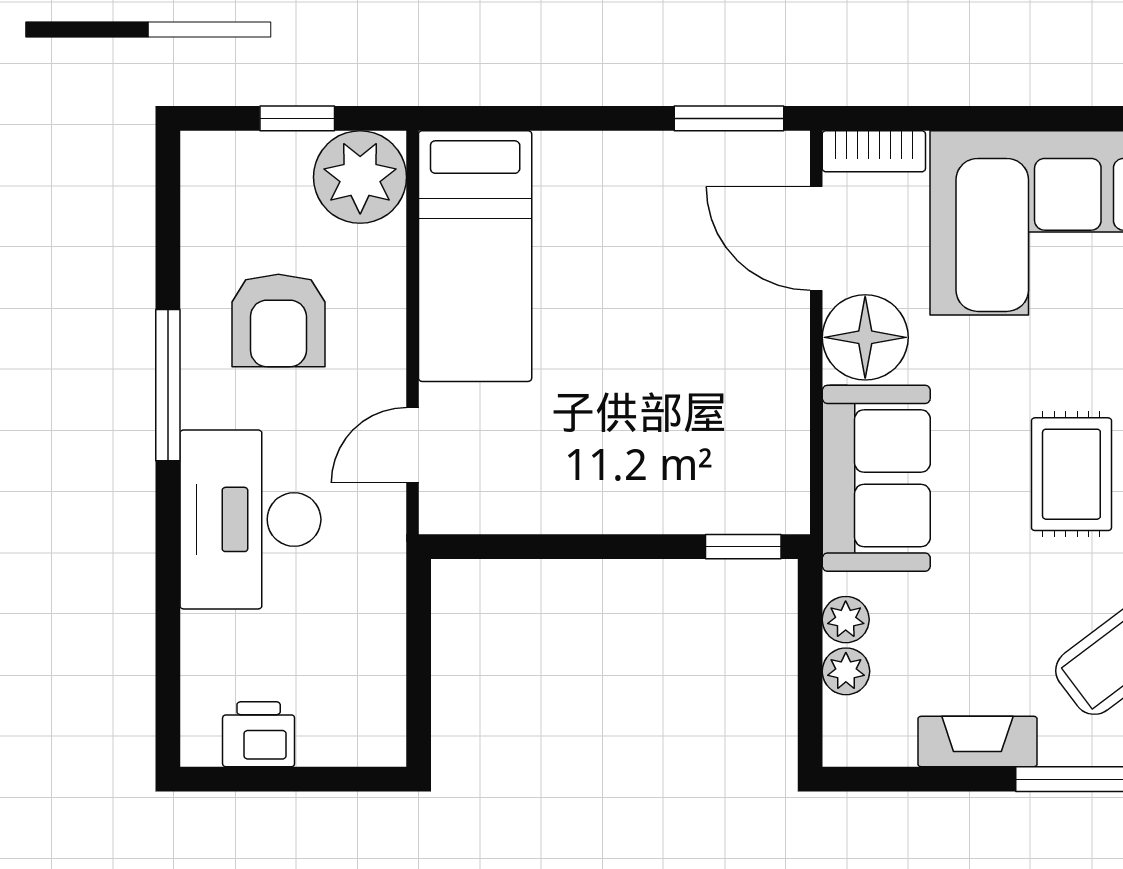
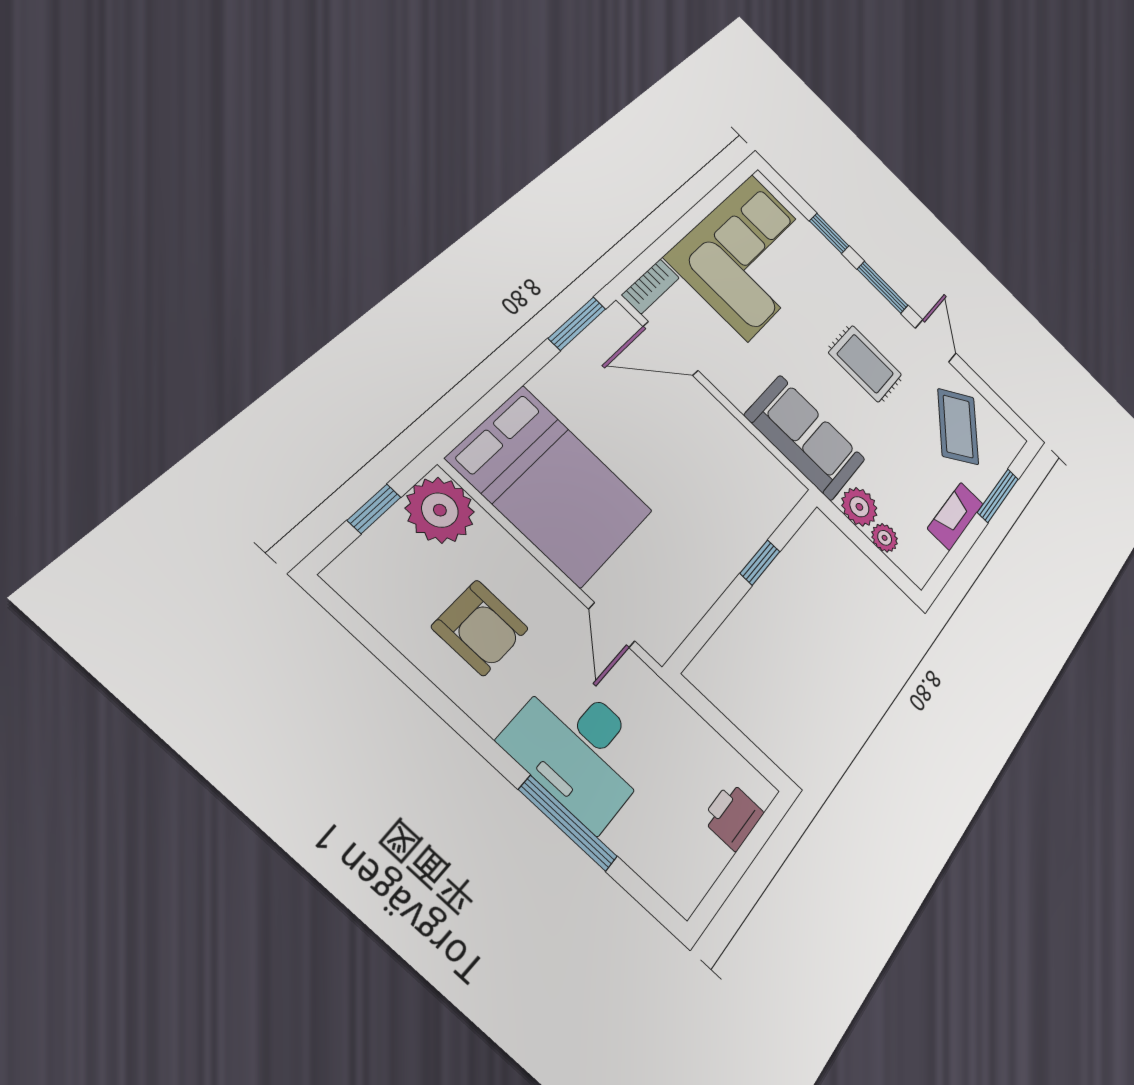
bed: (475, 256) -> (551, 485), width x1.50
floor lamp: (865, 337) -> (736, 377), removed
window: (168, 385) -> (568, 823), moved
window: (743, 547) -> (760, 562), moved
plant: (846, 620) -> (859, 507), width x1.38, depth x1.38
printer: (259, 734) -> (733, 816), moved

